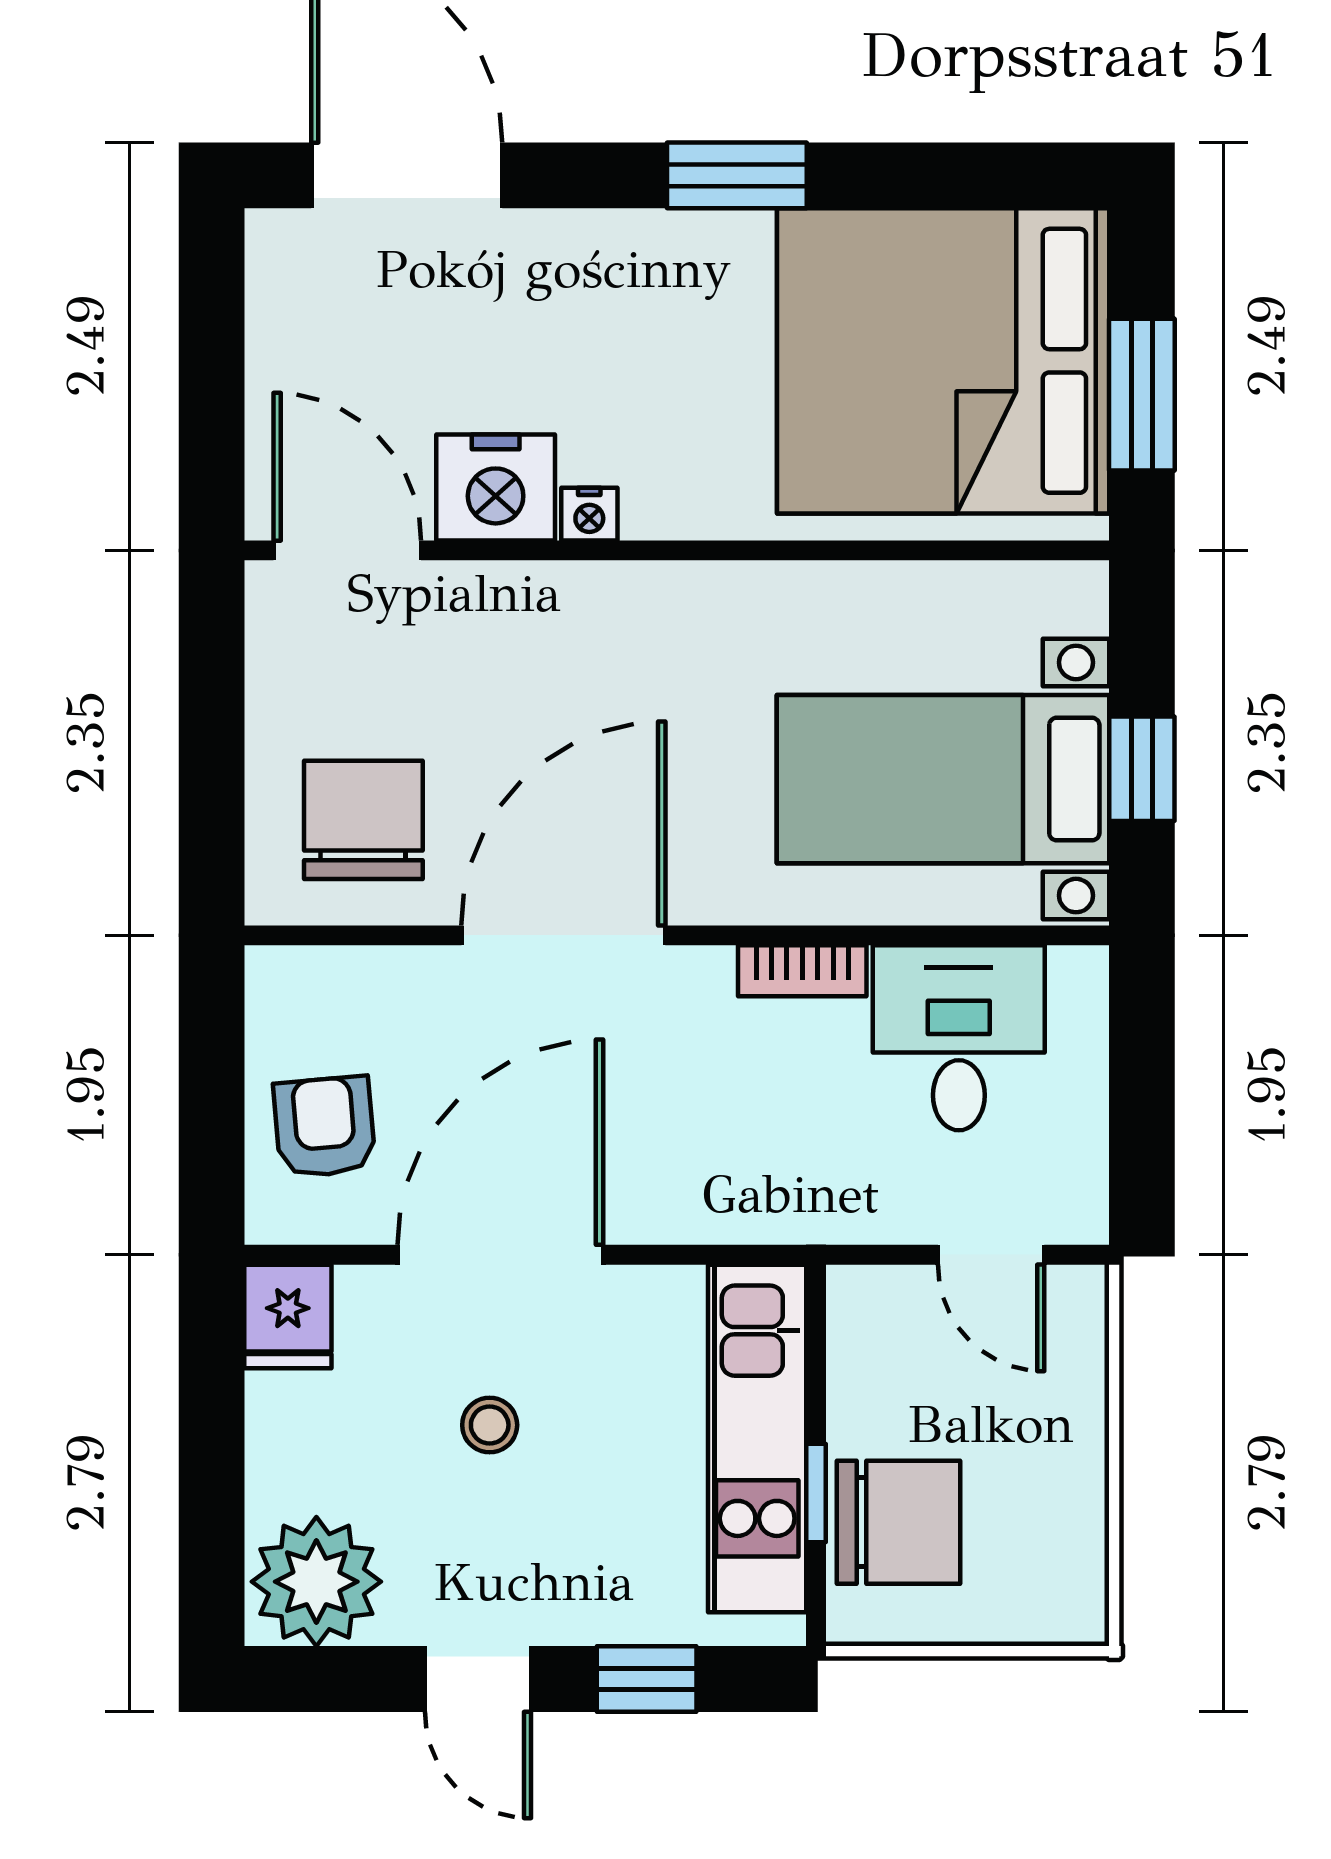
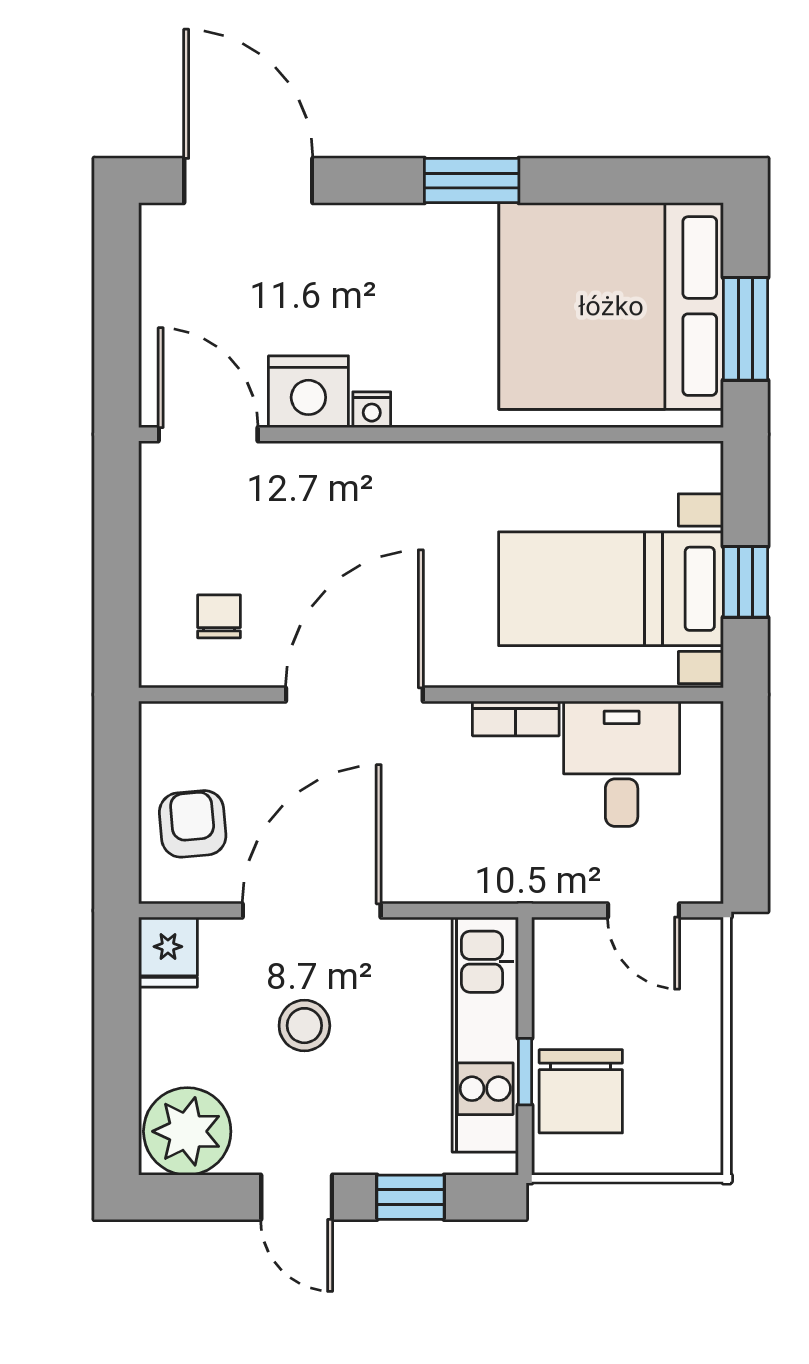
chair: (363, 820) -> (219, 616), width x0.54, depth x0.54
stool: (490, 1425) -> (304, 1026), width x1.37, depth x1.37
chair: (898, 1522) -> (581, 1091), turned 90

